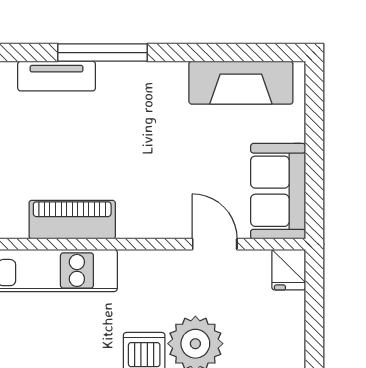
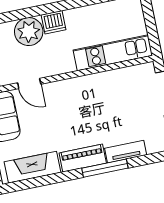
piano: (72, 220) -> (83, 158), moved, turned 180

